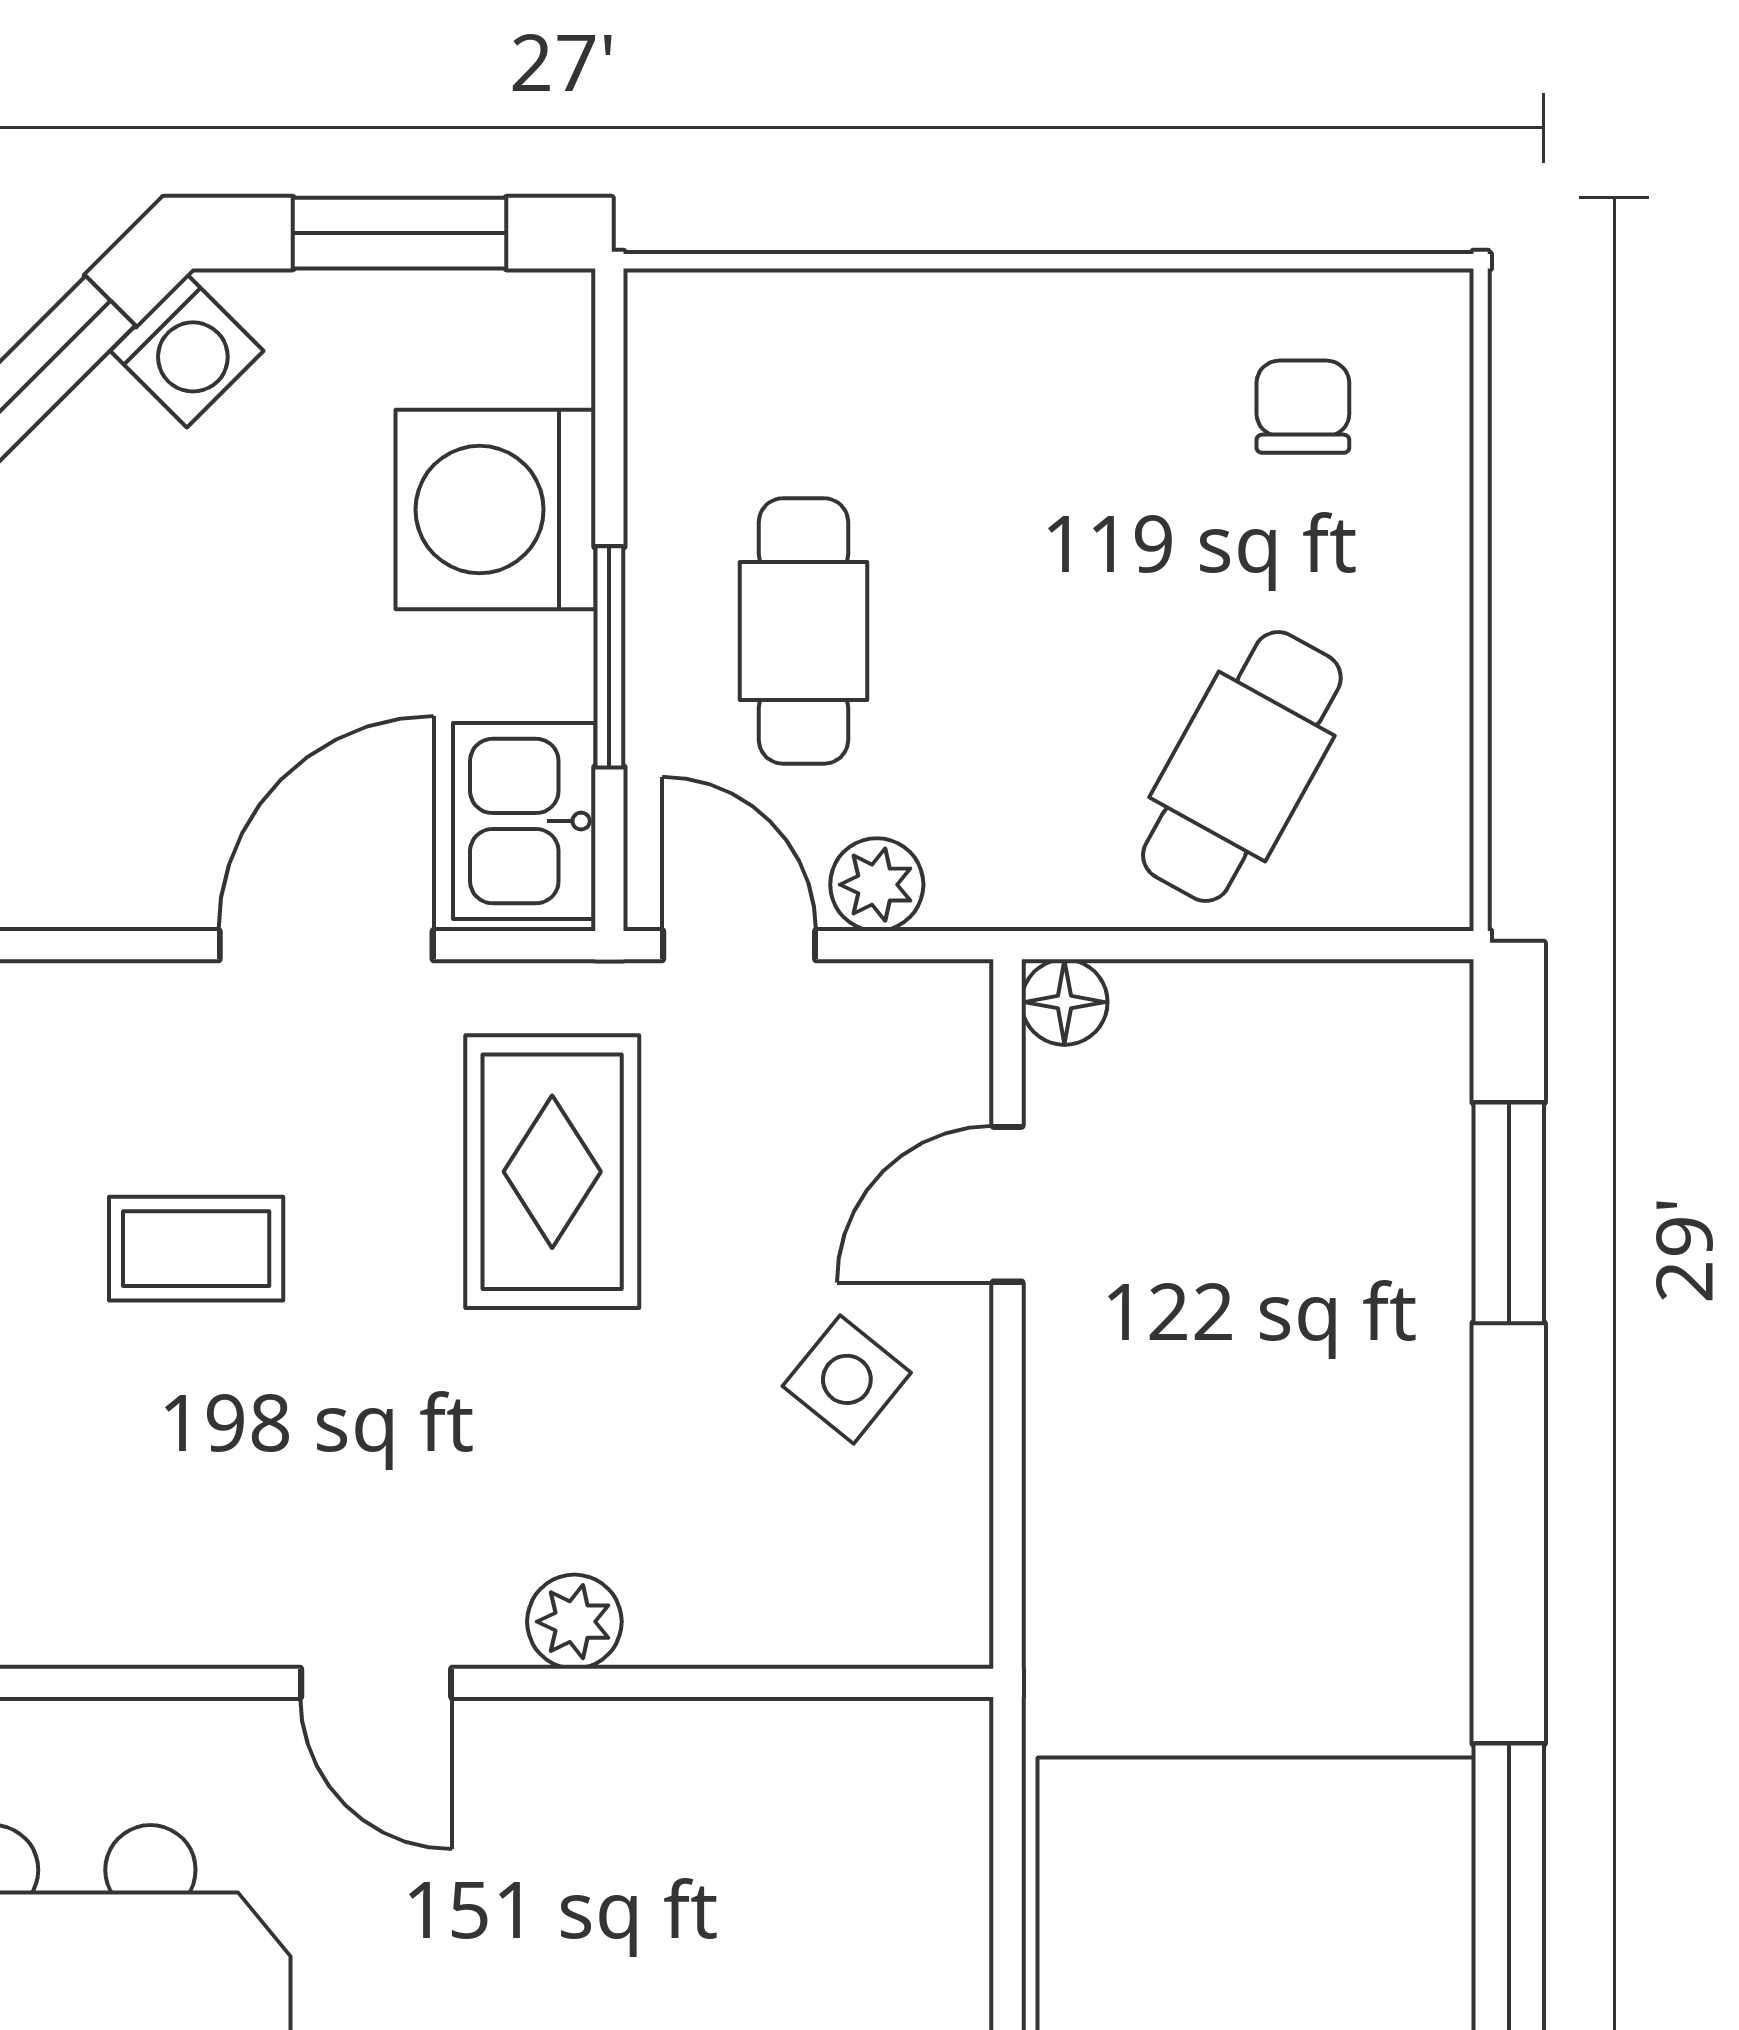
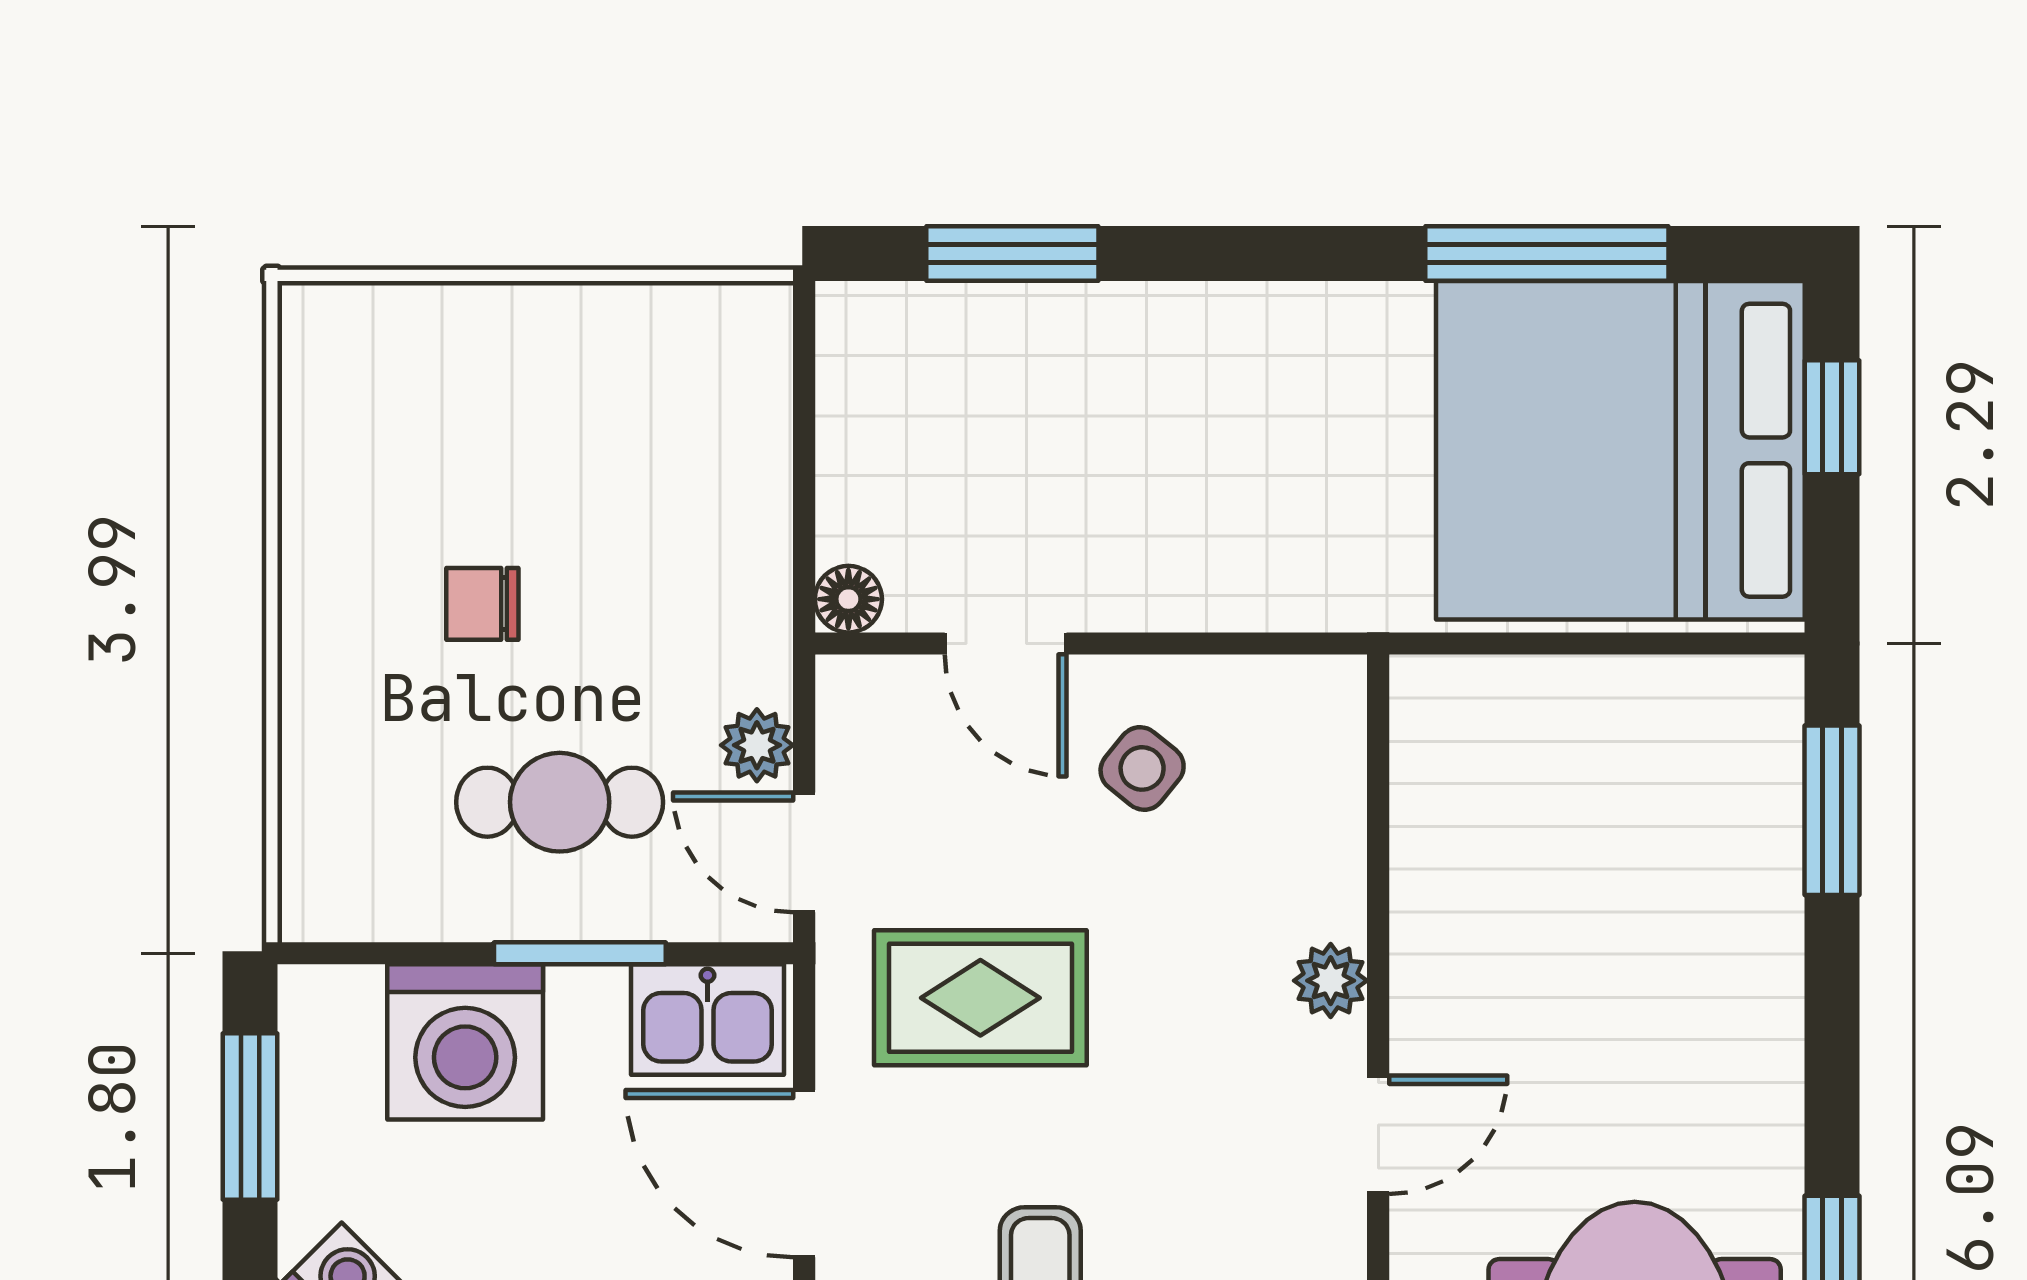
chair: (1303, 407) -> (482, 604), moved
cafe table: (1242, 766) -> (665, 461), removed
door: (739, 945) -> (804, 852), hinge flipped

